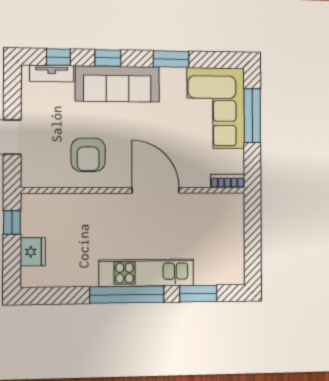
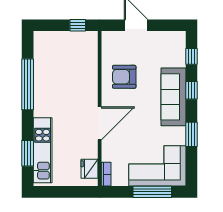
tv unit: (52, 73) -> (180, 52), removed
fridge: (33, 252) -> (90, 169), moved, turned 90
kitchen unit: (146, 273) -> (43, 150), moved
window: (127, 295) -> (28, 84), moved

